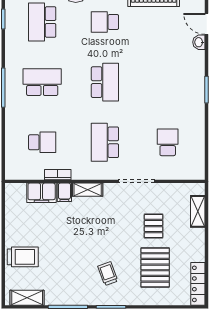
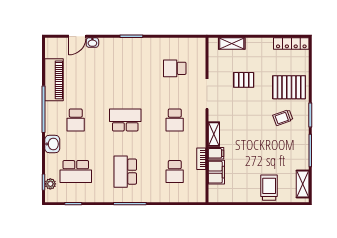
school desk: (42, 142) -> (175, 172), turned 180
school desk: (105, 142) -> (175, 120), width x0.54
pallet: (155, 267) -> (289, 87), moved

